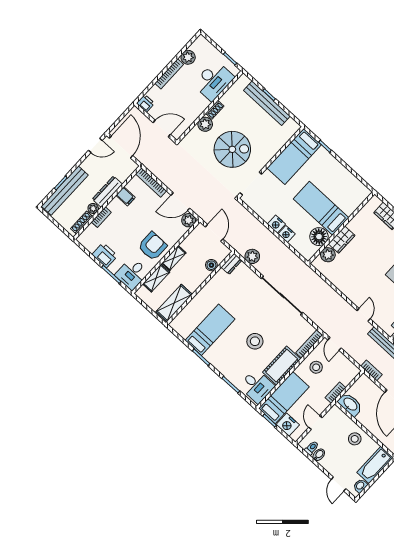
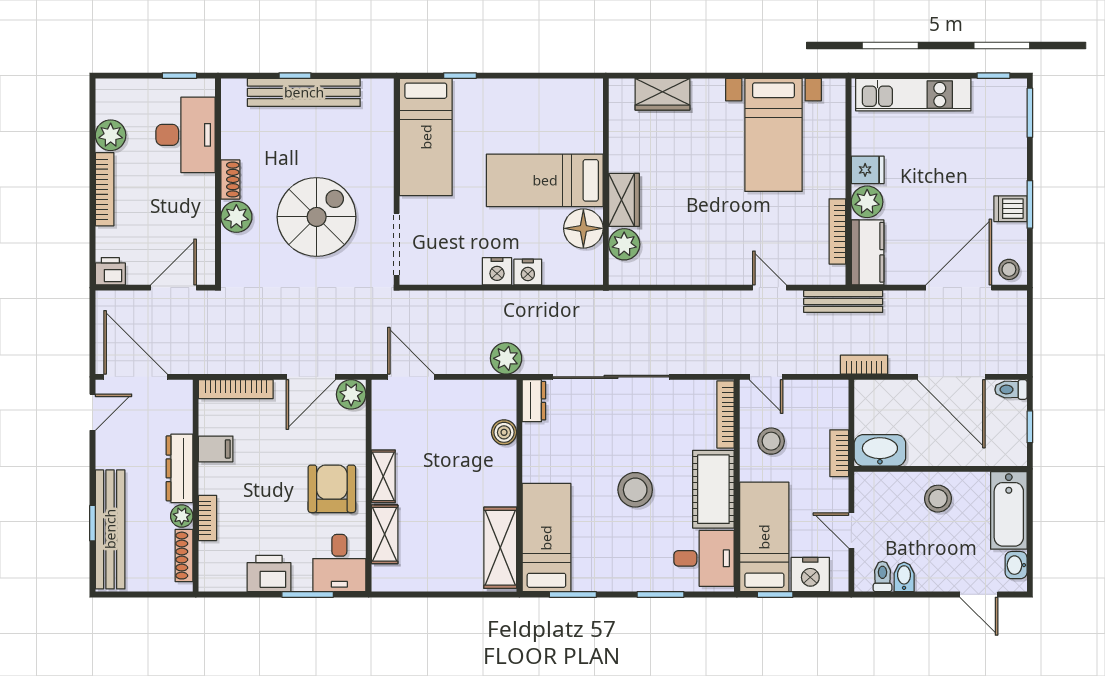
dresser: (231, 264) -> (534, 401), moved
boiler: (211, 265) -> (504, 432), moved
wall: (200, 288) -> (519, 486), moved
shelving: (174, 303) -> (500, 548), moved

